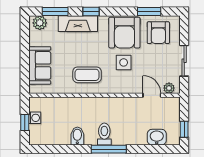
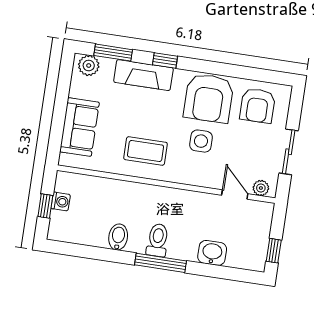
window: (149, 12) -> (249, 73), removed
washbasin: (157, 137) -> (212, 253), moved

